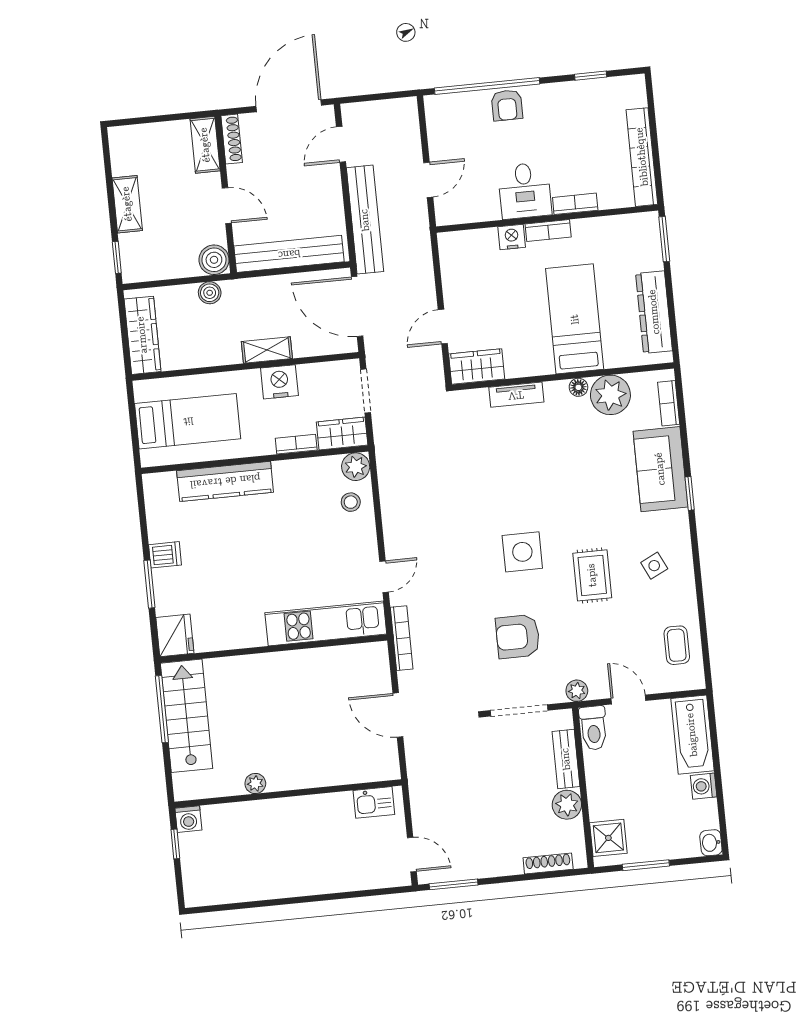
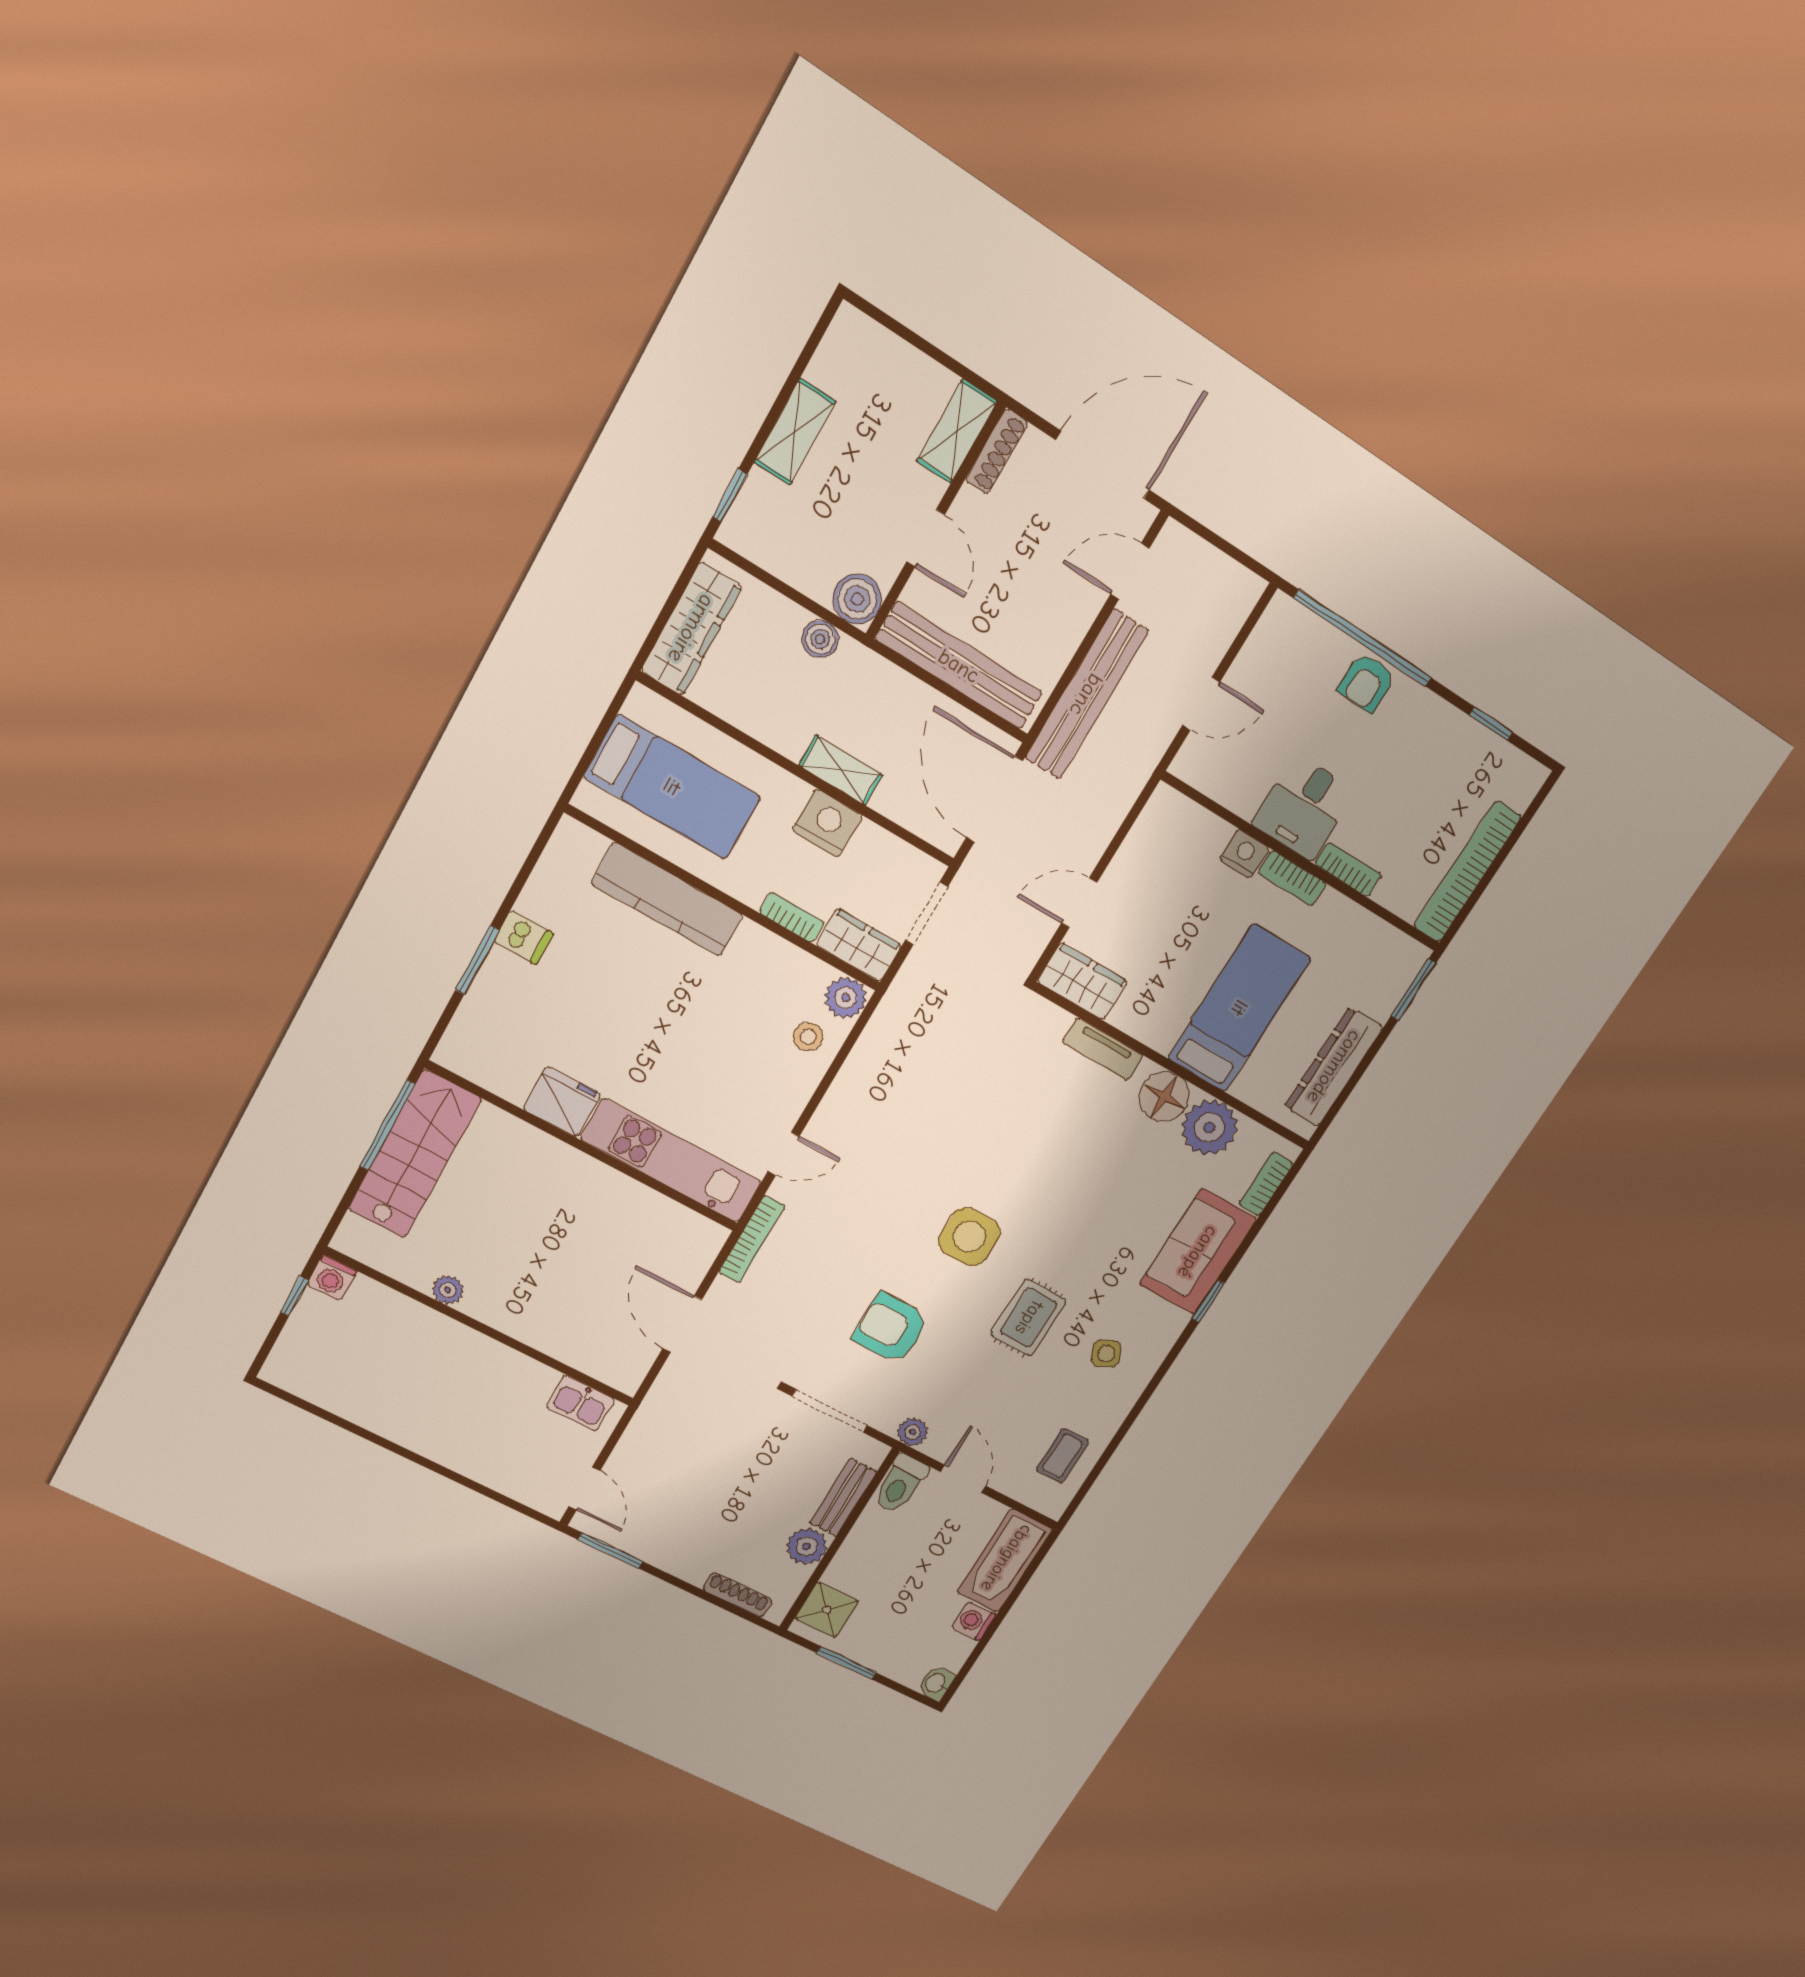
floor lamp: (578, 387) -> (1164, 1097), width x1.89, depth x1.89
fridge: (175, 635) -> (562, 1102), moved, turned -90

